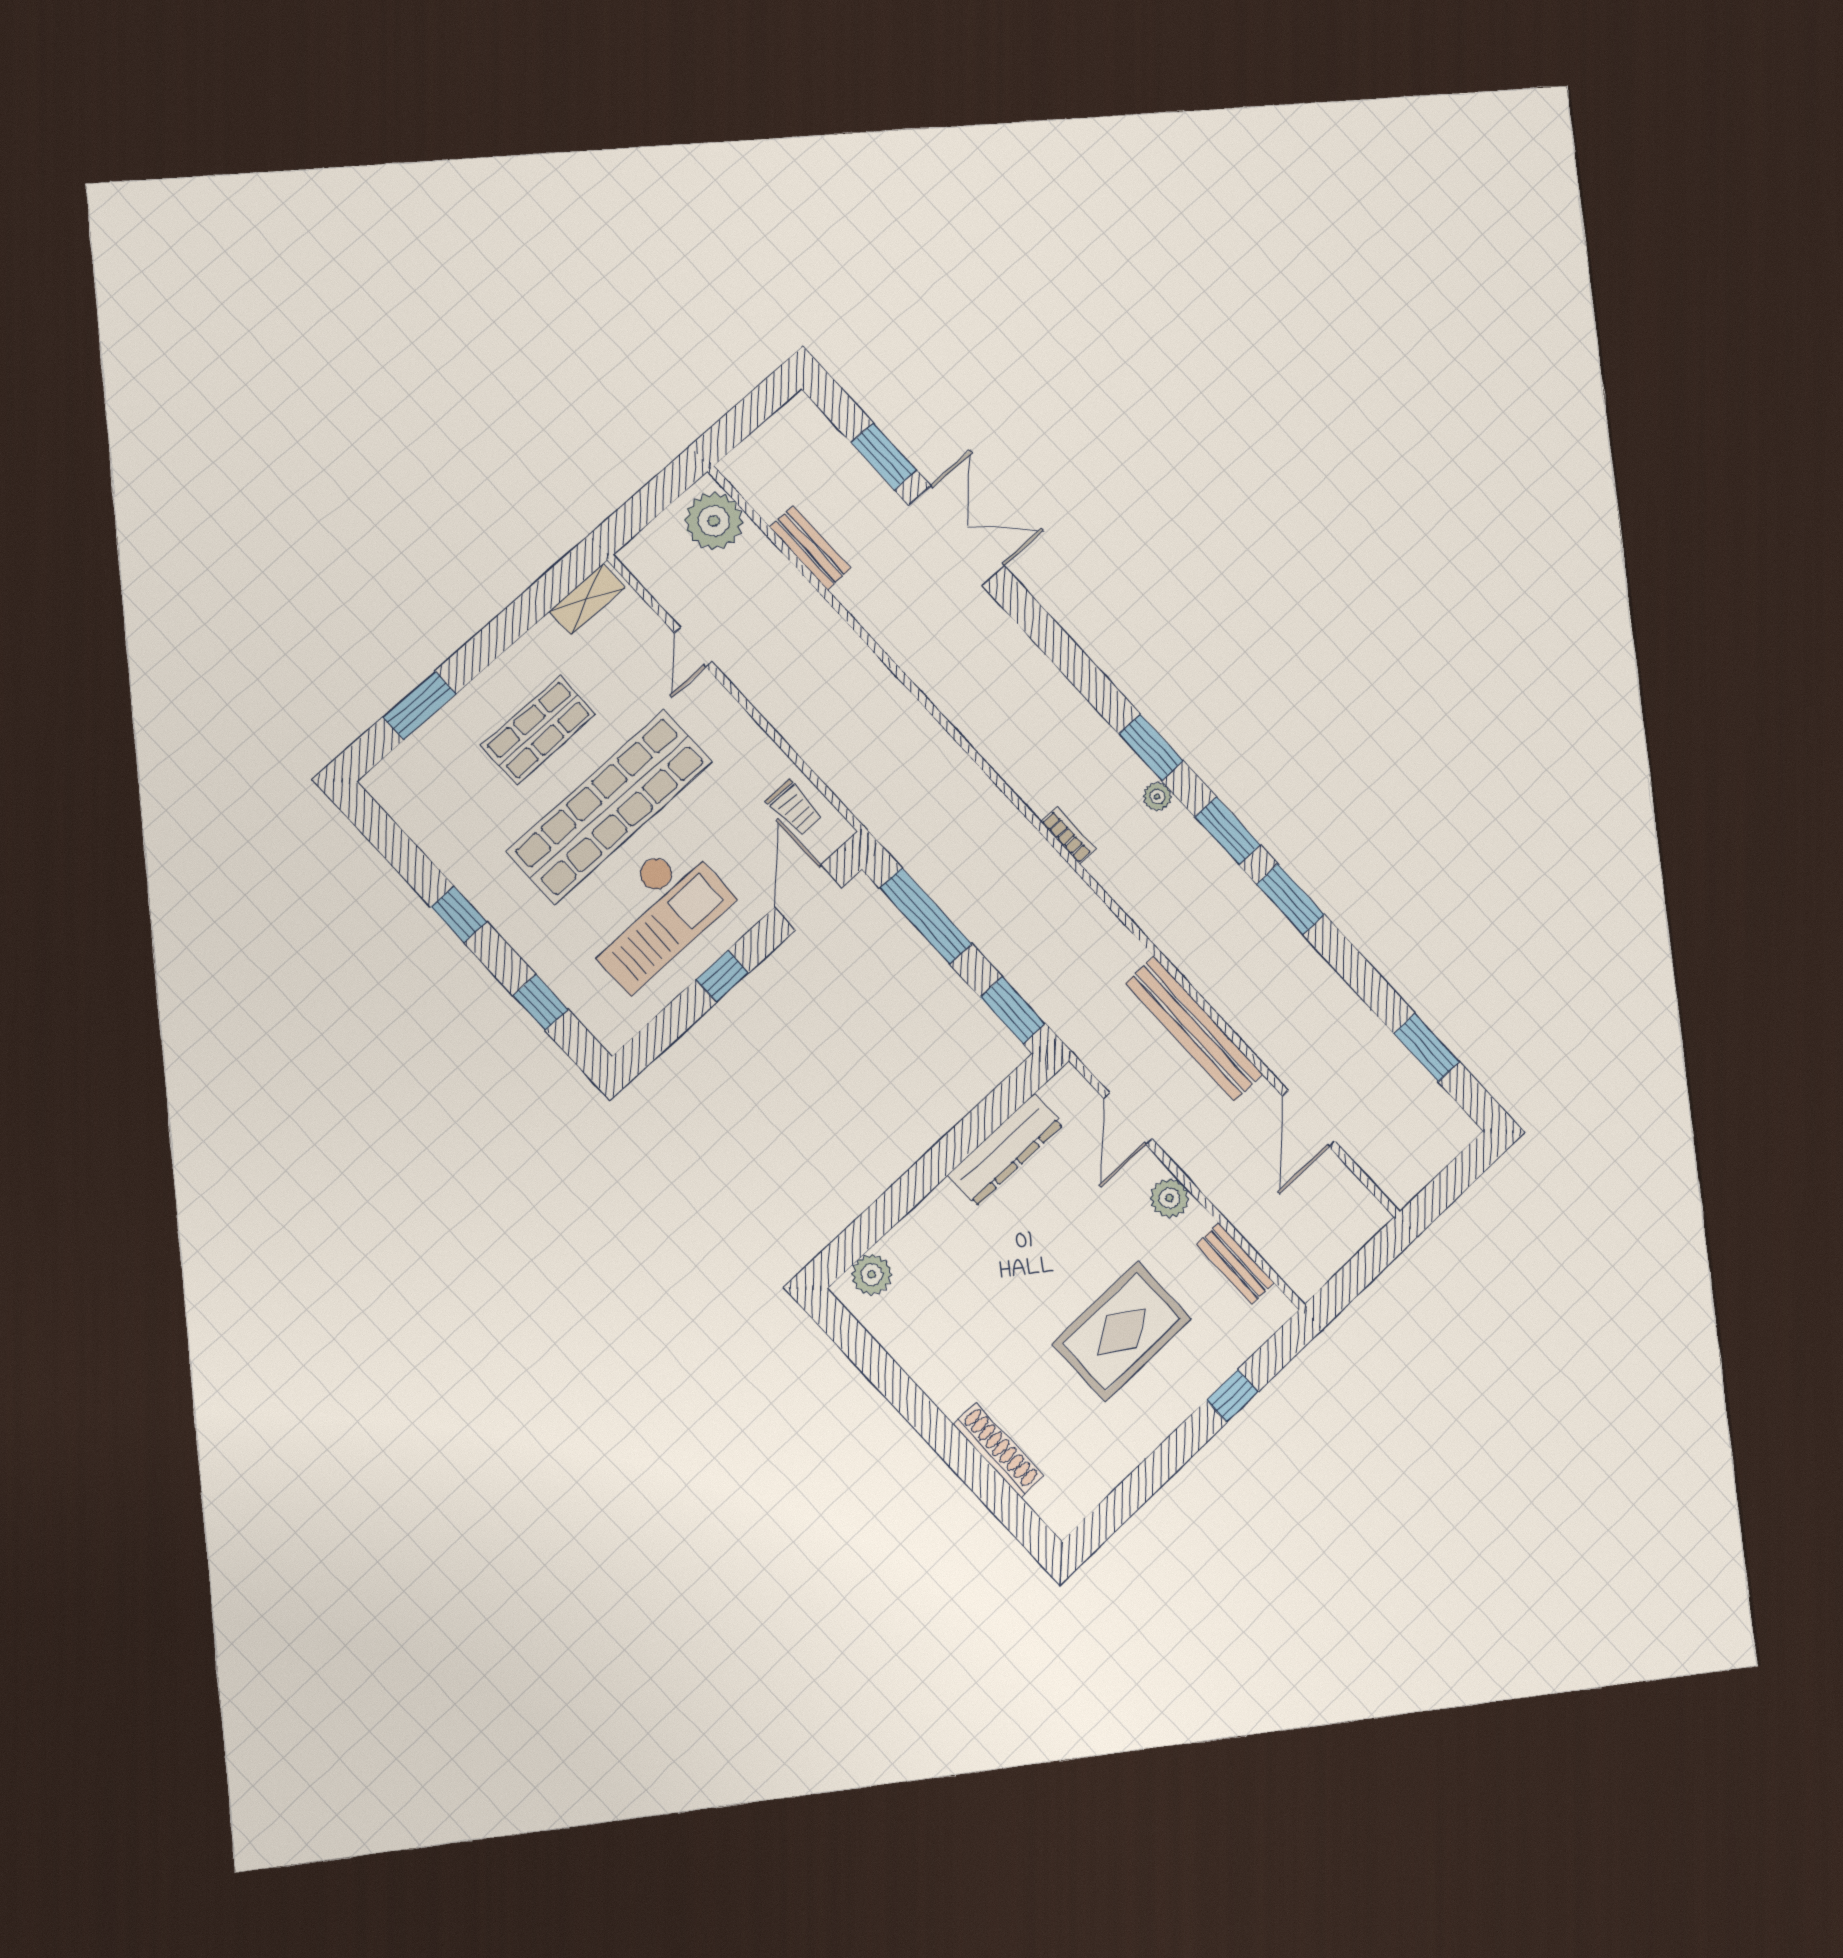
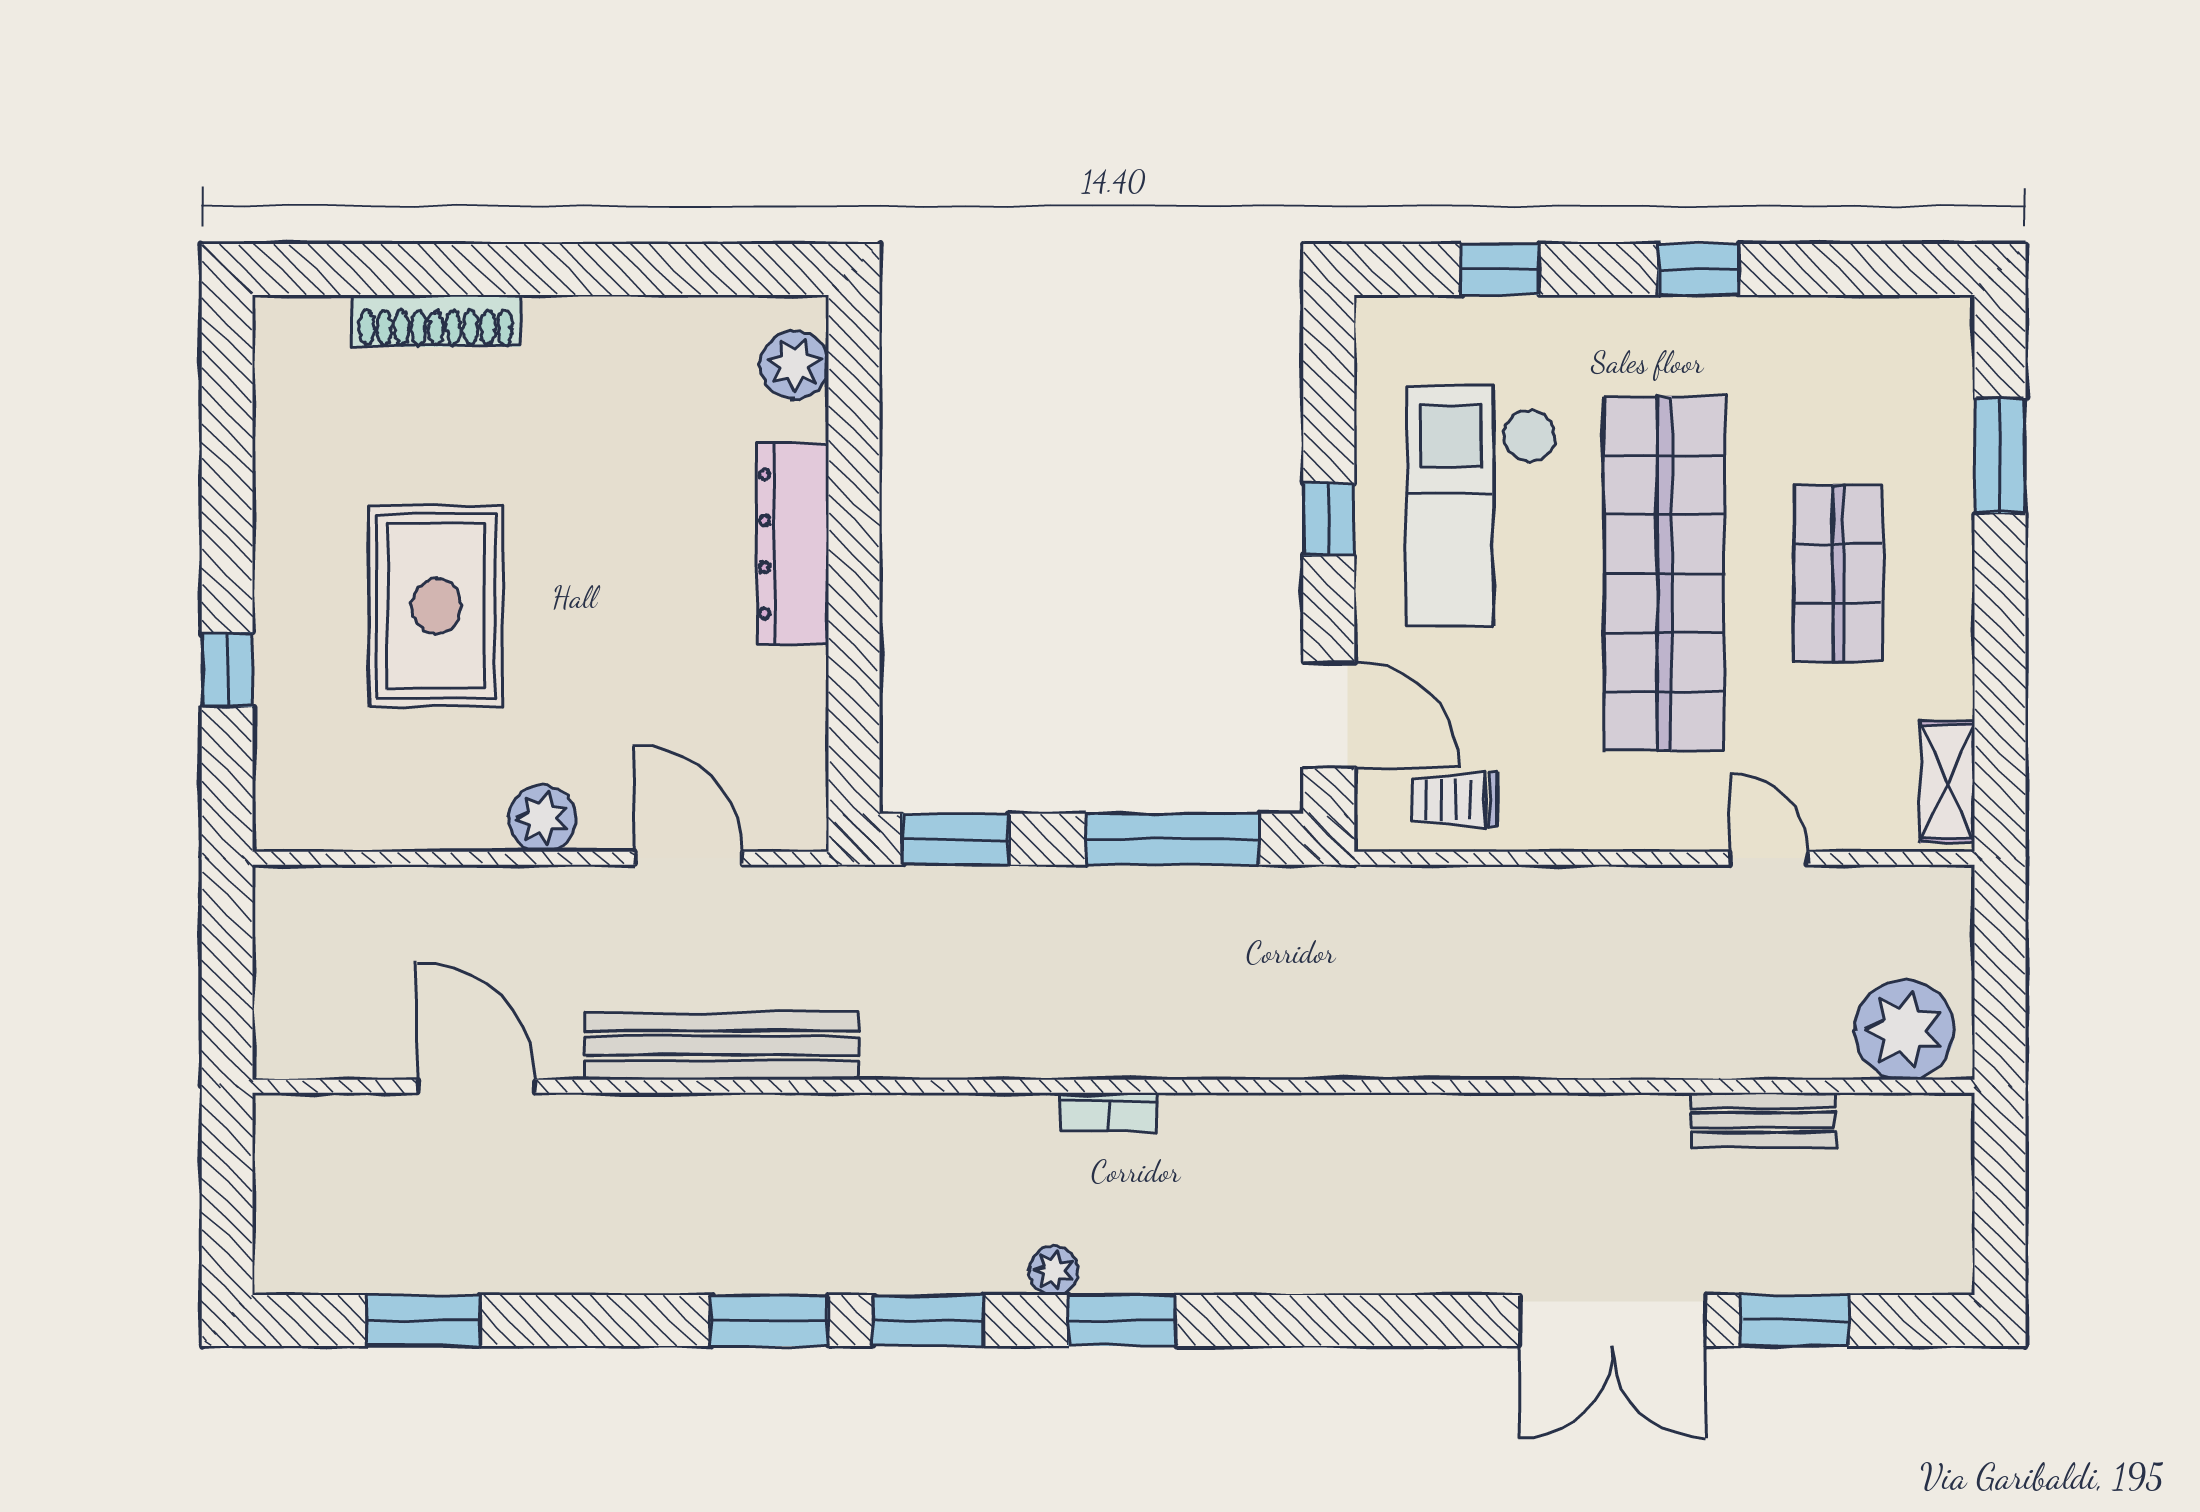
dresser: (1005, 1150) -> (793, 544), moved
bench: (1235, 1263) -> (385, 825), removed

